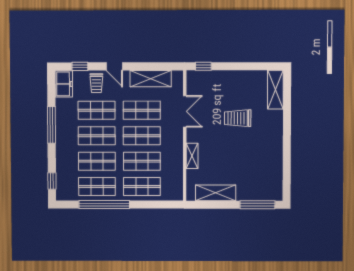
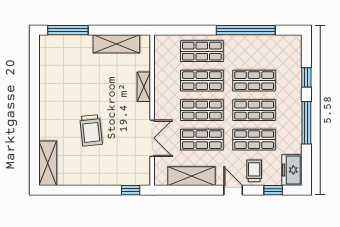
double door: (185, 111) -> (152, 138), swing flipped
trolley: (238, 118) -> (91, 130), turned 84
window: (52, 181) -> (306, 77), moved
shop shelf: (97, 186) -> (254, 51), removed

